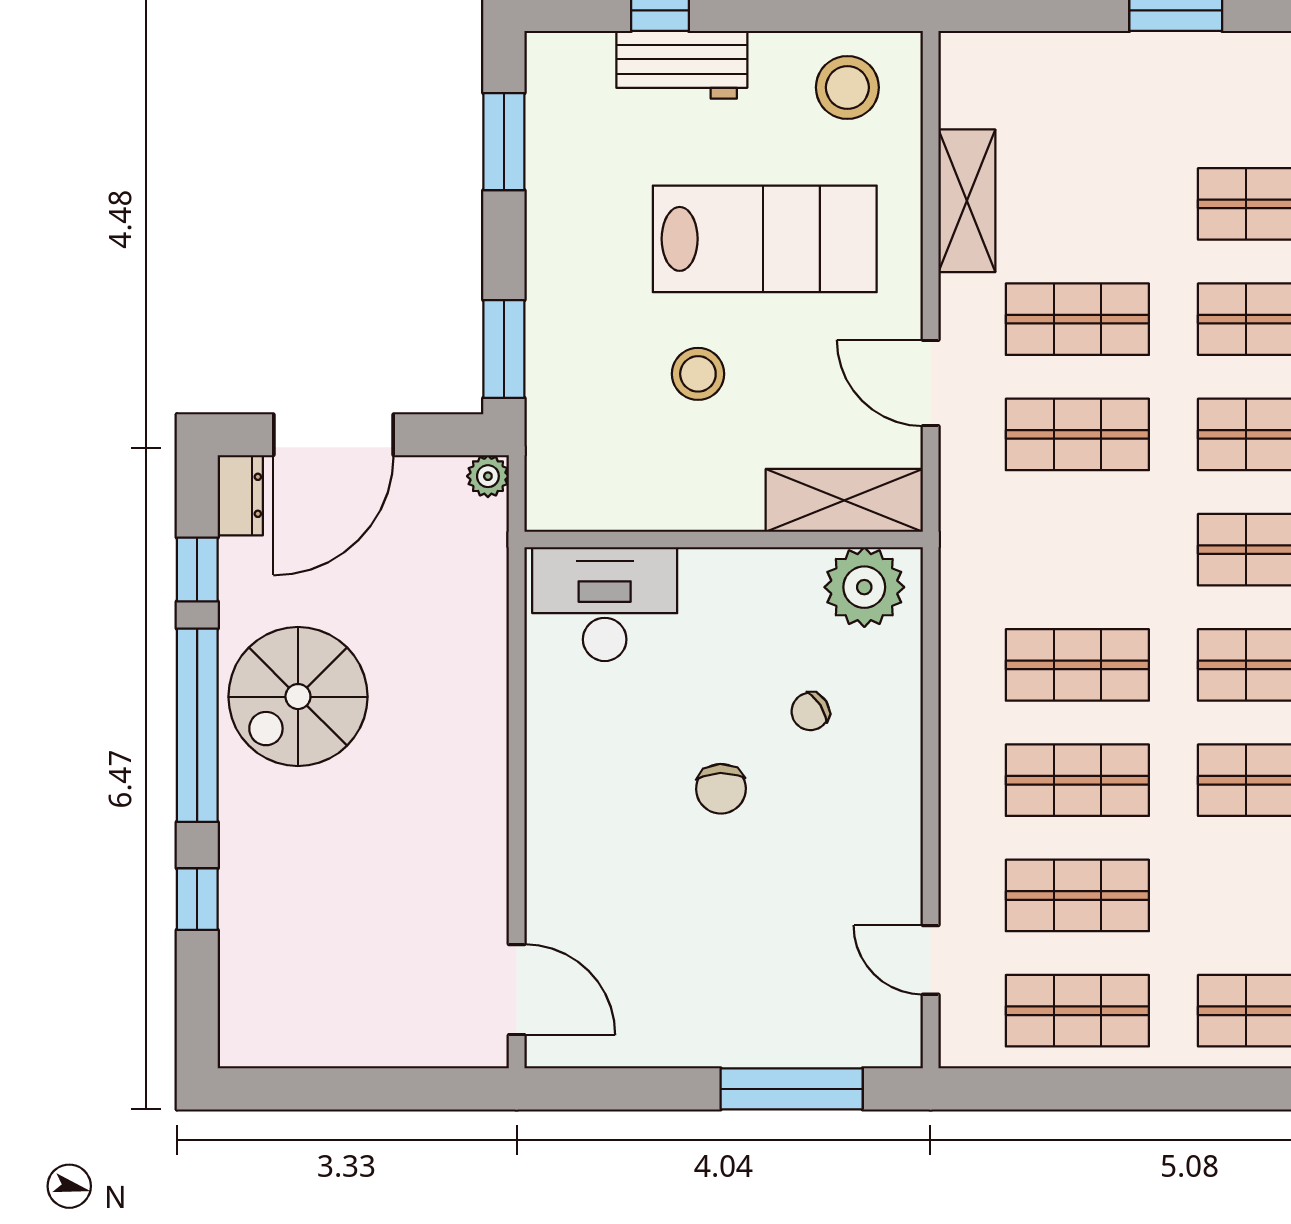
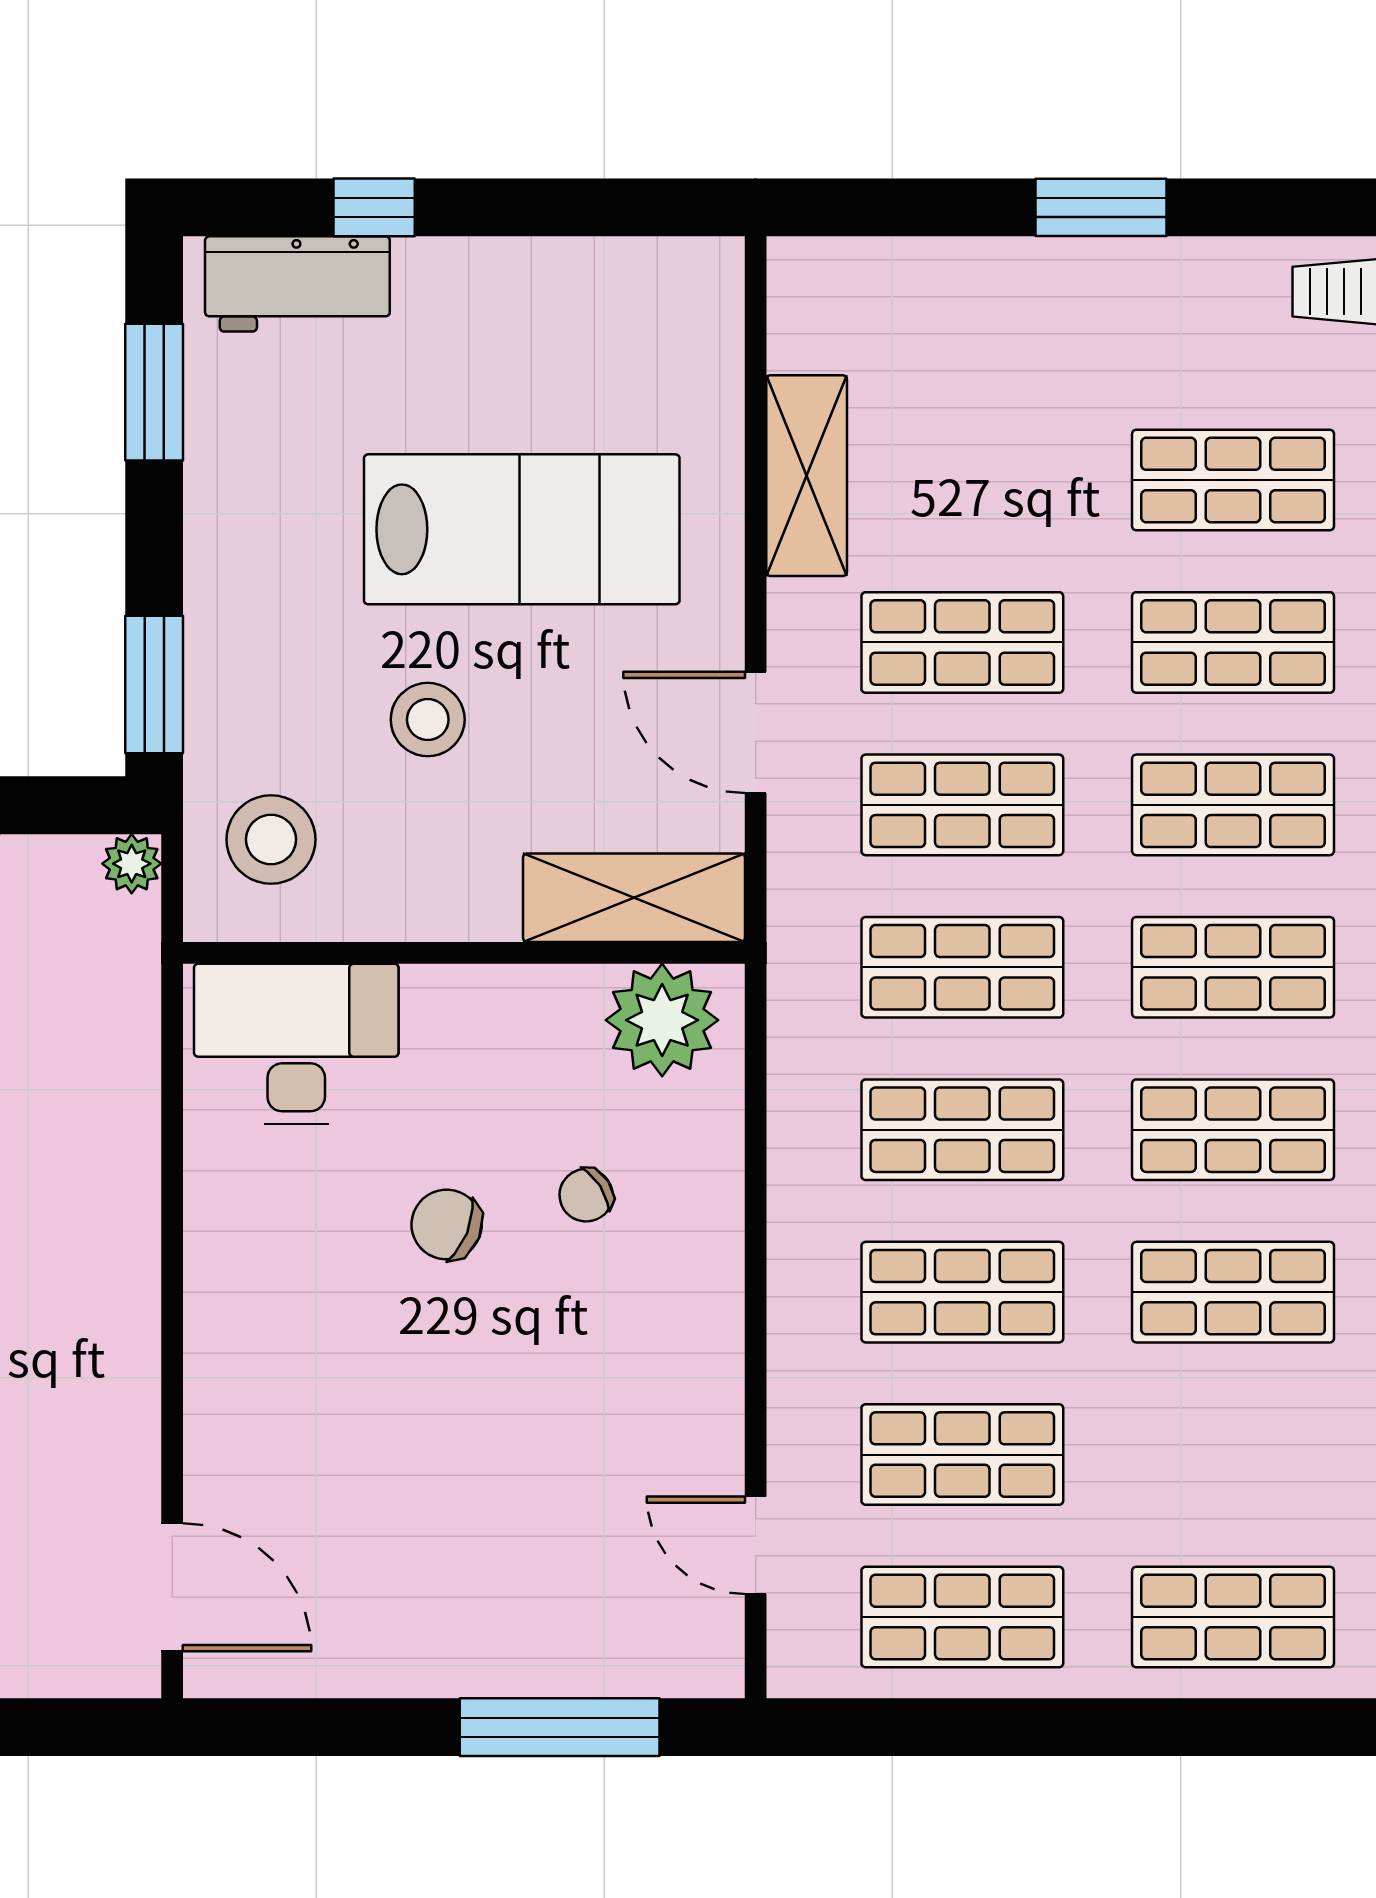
workbench: (682, 65) -> (297, 284), moved
stool: (847, 87) -> (271, 839), moved
shop shelf: (1077, 550) -> (962, 967), added
chair: (721, 789) -> (447, 1225), moved, turned 114

